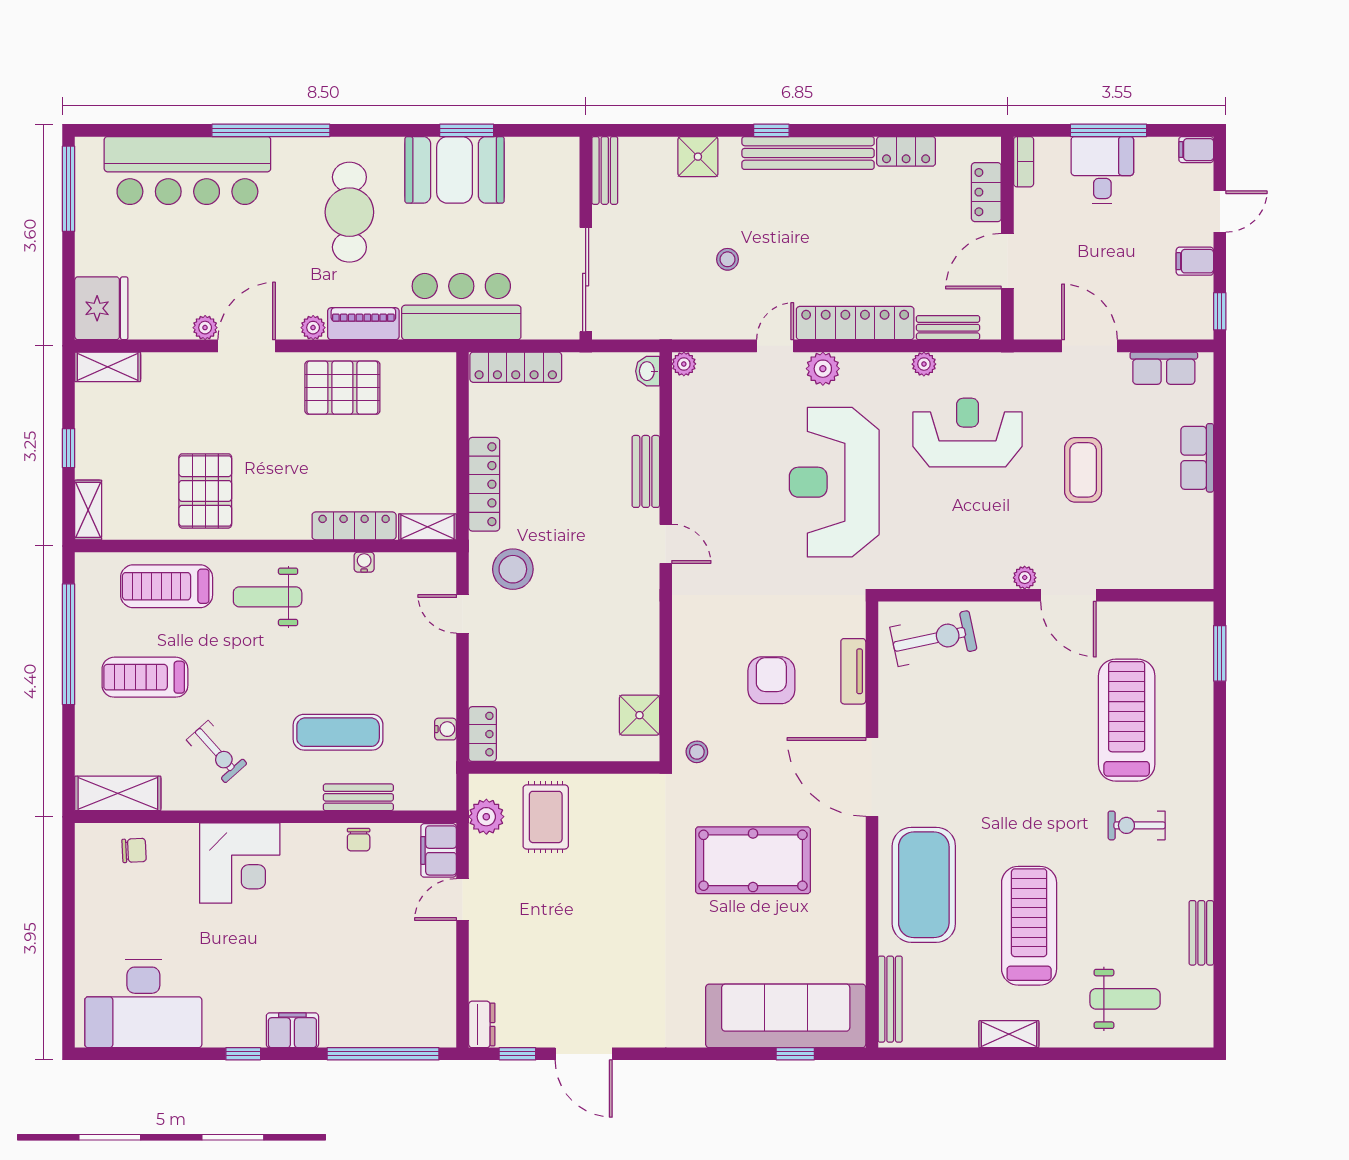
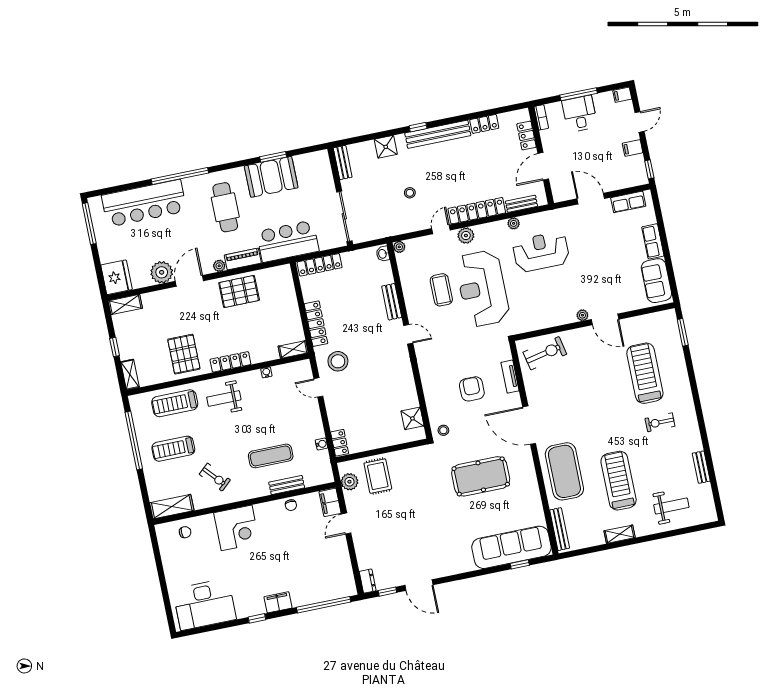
plant: (205, 328) -> (162, 272), width x1.87, depth x1.87
coffee table: (1083, 470) -> (441, 290), moved
locker: (354, 526) -> (230, 362), moved
sofa: (1188, 538) -> (656, 281), added

